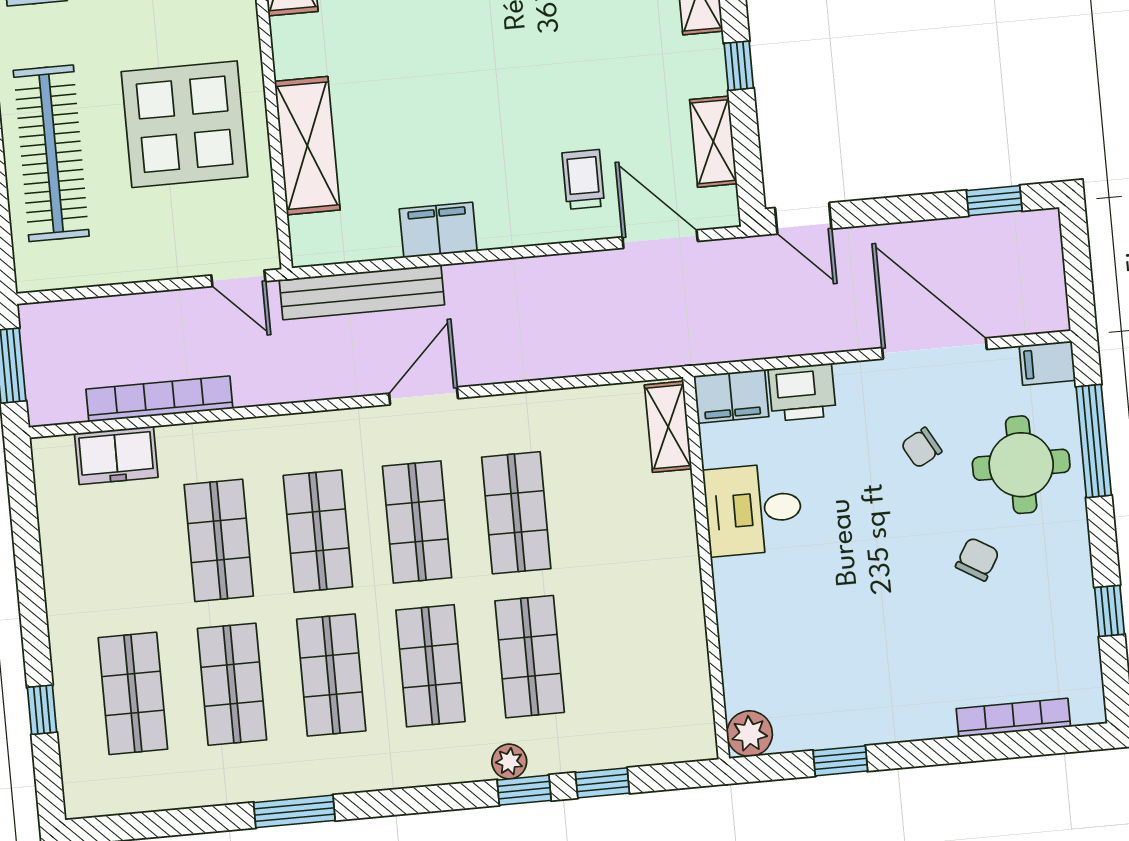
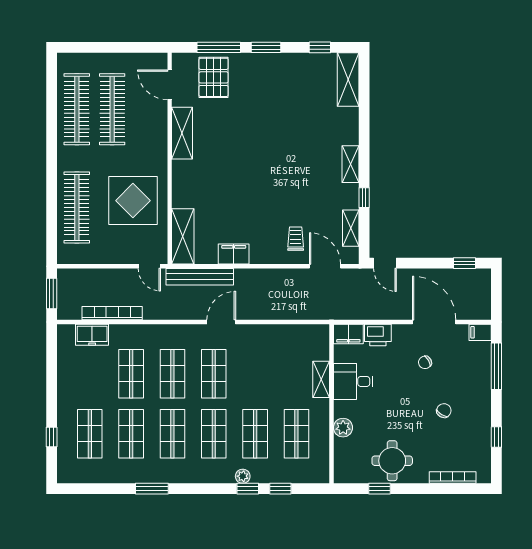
shelving: (307, 146) -> (183, 236), moved
shelving: (668, 427) -> (321, 379), moved
round table: (1021, 465) -> (392, 461), moved
shop shelf: (516, 513) -> (296, 434), moved
plant: (750, 734) -> (343, 428), moved

